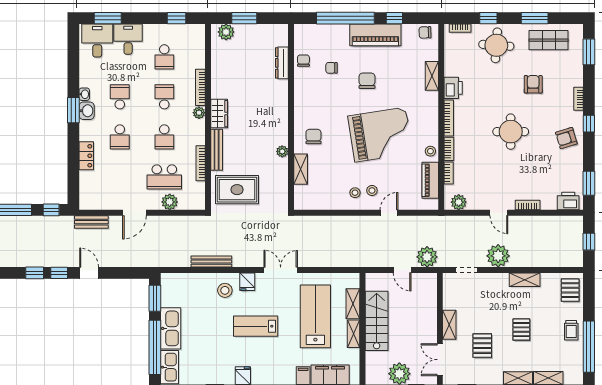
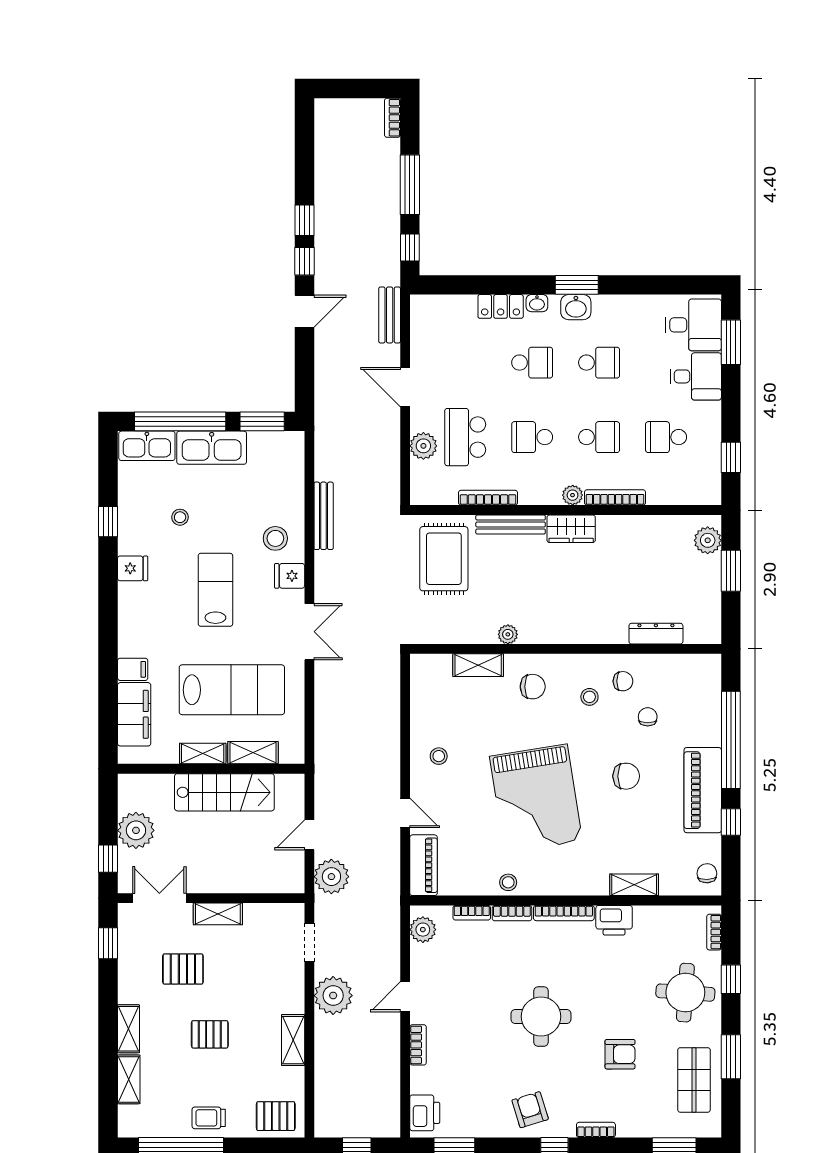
chair: (303, 61) -> (623, 681), moved
washbasin: (84, 94) -> (537, 303), moved
school desk: (120, 137) -> (532, 363), turned 180
piano: (430, 180) -> (424, 865), moved, turned 90
stool: (372, 190) -> (589, 697), moved
stool: (212, 347) -> (180, 517), added

